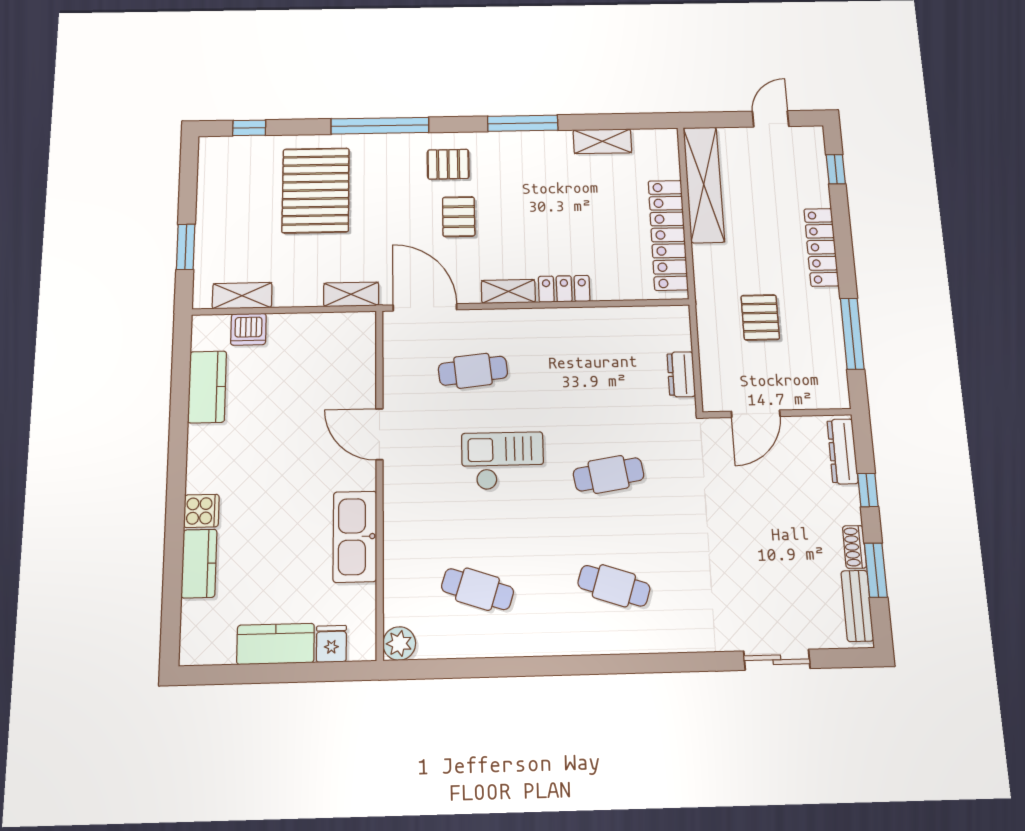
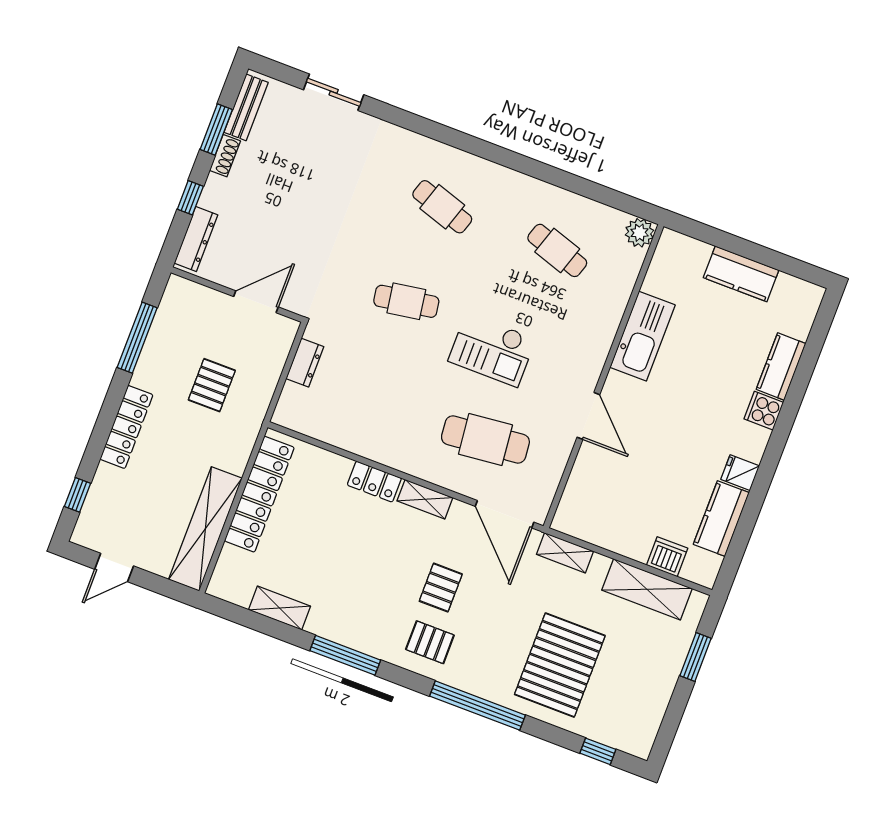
shelving: (242, 296) -> (647, 589), width x1.50, depth x1.33
cafe table: (473, 371) -> (485, 440), width x1.37, depth x1.35
fridge: (331, 644) -> (740, 473), moved, turned 90

